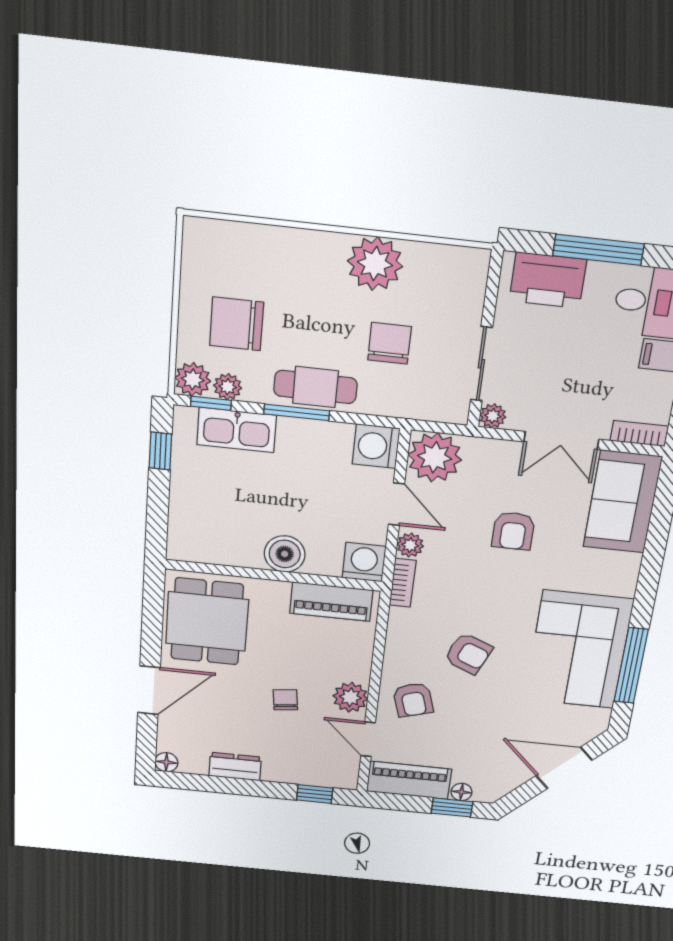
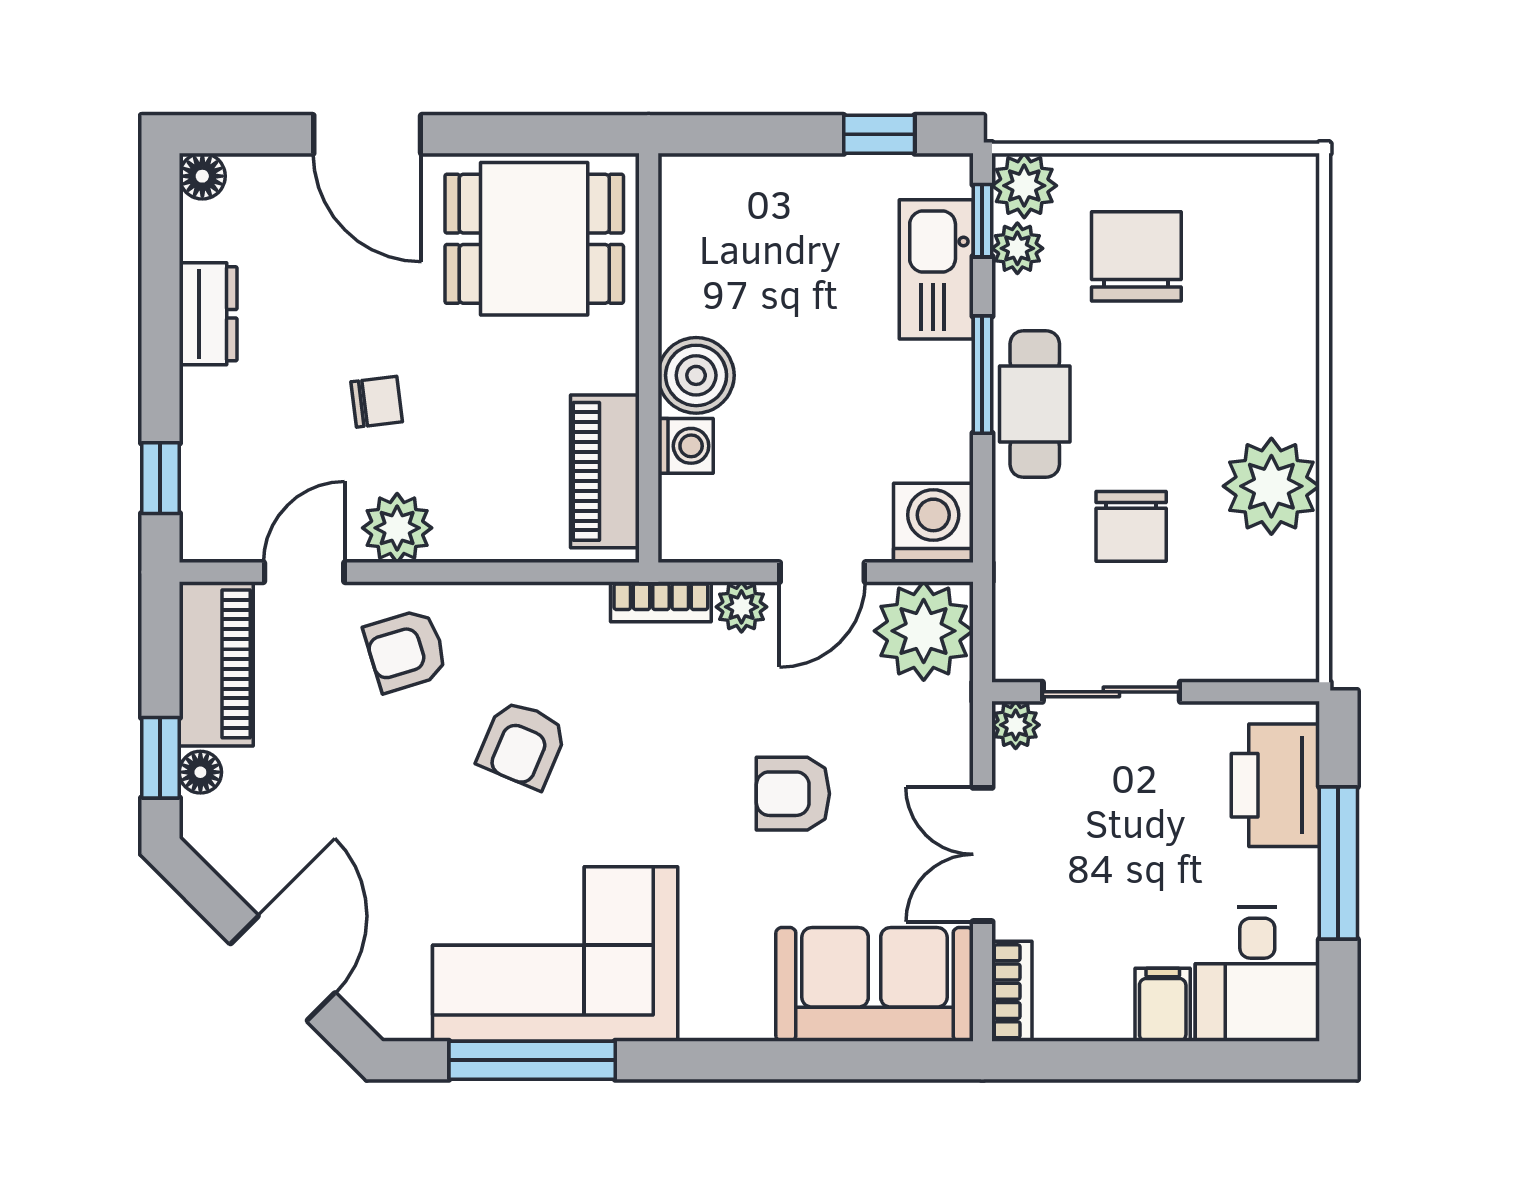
chair: (390, 343) -> (1131, 526), turned 90
washing machine: (364, 562) -> (686, 446), moved, width x0.73, depth x0.73

